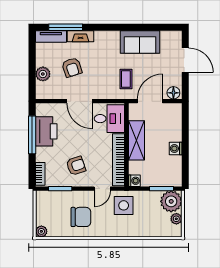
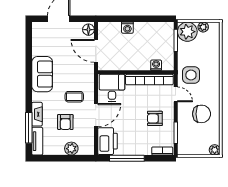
sofa: (140, 42) -> (42, 74), moved
armchair: (72, 67) -> (65, 122), turned 108
coffee table: (126, 79) -> (74, 97), moved
printer: (46, 131) -> (108, 141), moved, turned 90
shelving: (136, 140) -> (132, 63), removed
washing machine: (176, 149) -> (127, 28), moved
armchair: (76, 166) -> (155, 118), turned -71
washing machine: (134, 181) -> (156, 65), moved
chair: (81, 217) -> (202, 114), turned 90

